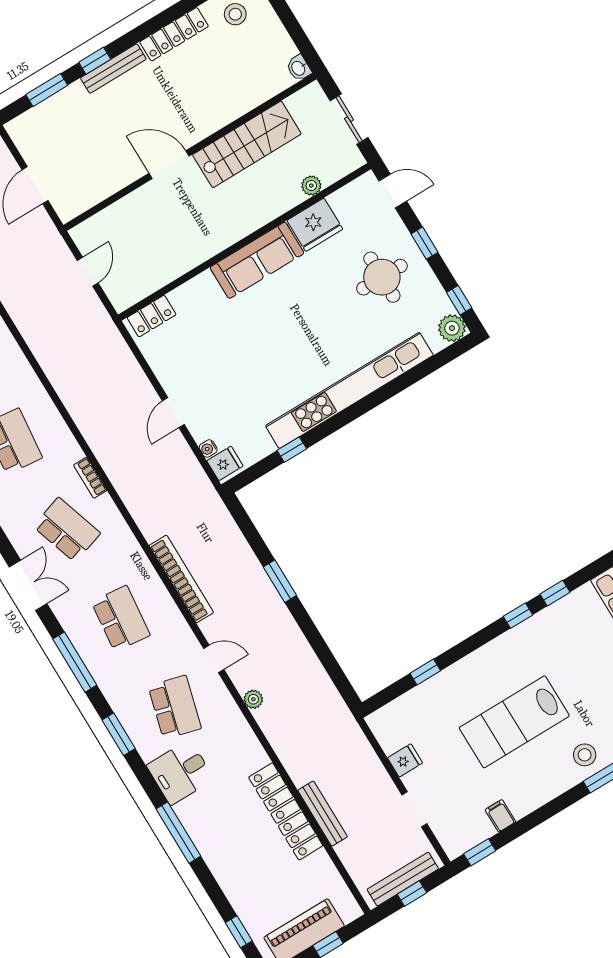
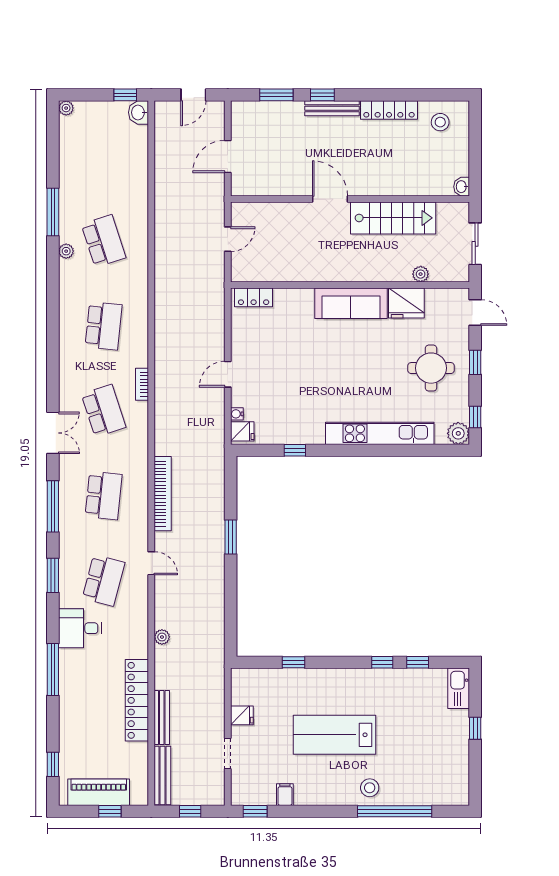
kitchen unit: (349, 390) -> (380, 433), width x0.73
plant: (253, 699) -> (162, 637), moved
bench: (403, 879) -> (162, 776), moved, turned 90

